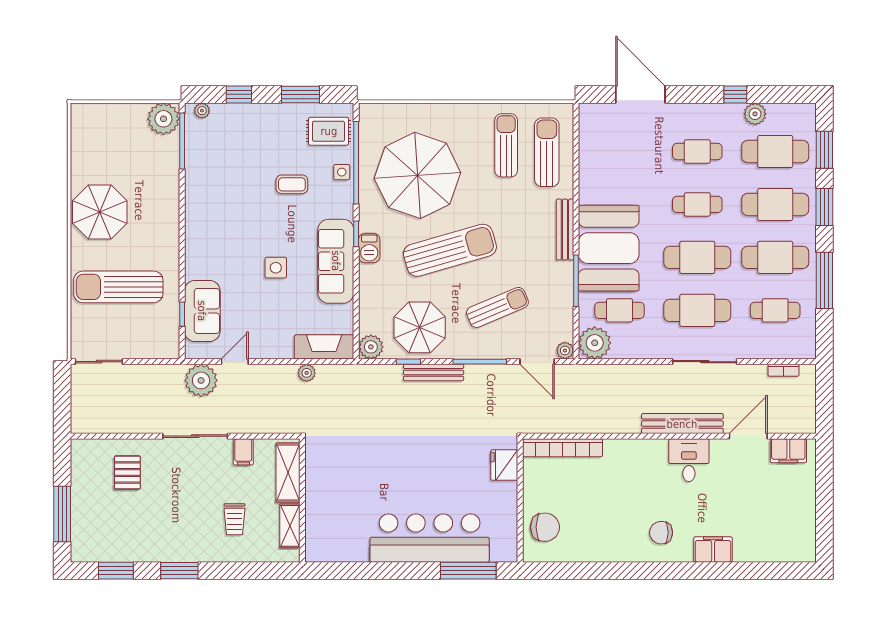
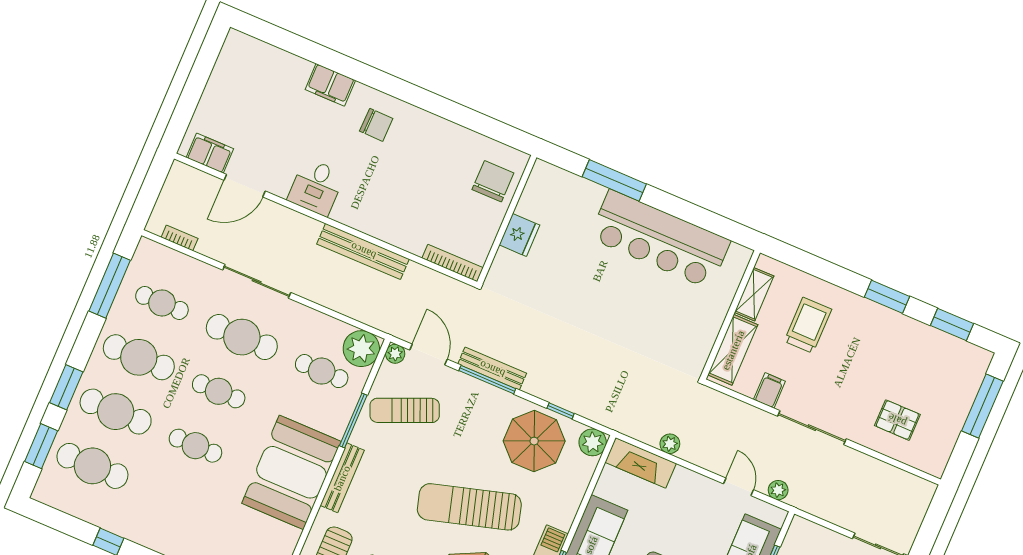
plant: (755, 114) -> (97, 513), removed
cafe table: (697, 151) -> (172, 500), removed
booth: (609, 248) -> (291, 472), moved
cafe table: (697, 257) -> (219, 391), width x0.73, depth x0.74
window: (824, 280) -> (110, 286), moved
sun lounger: (497, 307) -> (405, 410), moved
door: (235, 362) -> (739, 487), swing flipped
bench: (434, 372) -> (492, 369), moved
plant: (201, 380) -> (778, 490), width x0.53, depth x0.53
bench: (682, 424) -> (363, 251), moved
bookcase: (562, 448) -> (453, 263), width x0.68, depth x0.76
fridge: (504, 465) -> (519, 235), moved
pallet: (127, 473) -> (897, 420), turned 90
trolley: (235, 519) -> (808, 325), width x1.36, depth x1.39
chair: (545, 527) -> (493, 181), turned 90
bar counter: (430, 538) -> (660, 239), moved
window: (468, 571) -> (614, 180), moved

